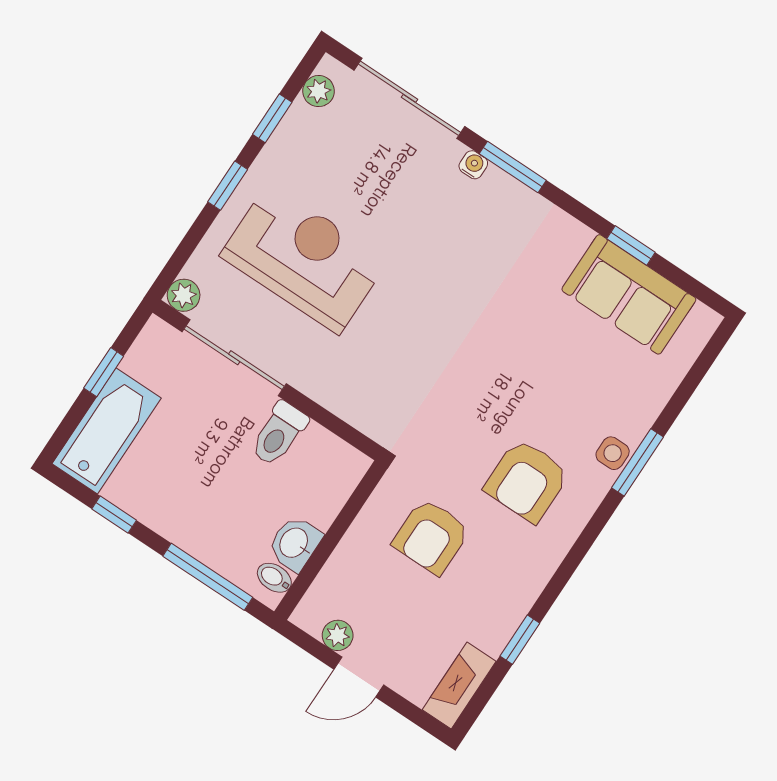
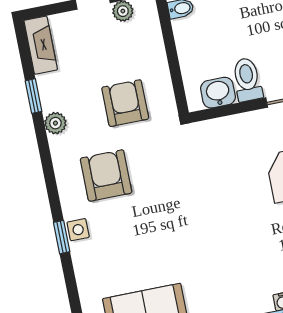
window: (638, 462) -> (62, 237), width x0.67
washbasin: (295, 543) -> (218, 93), moved, turned -90
plant: (525, 588) -> (55, 123), added

